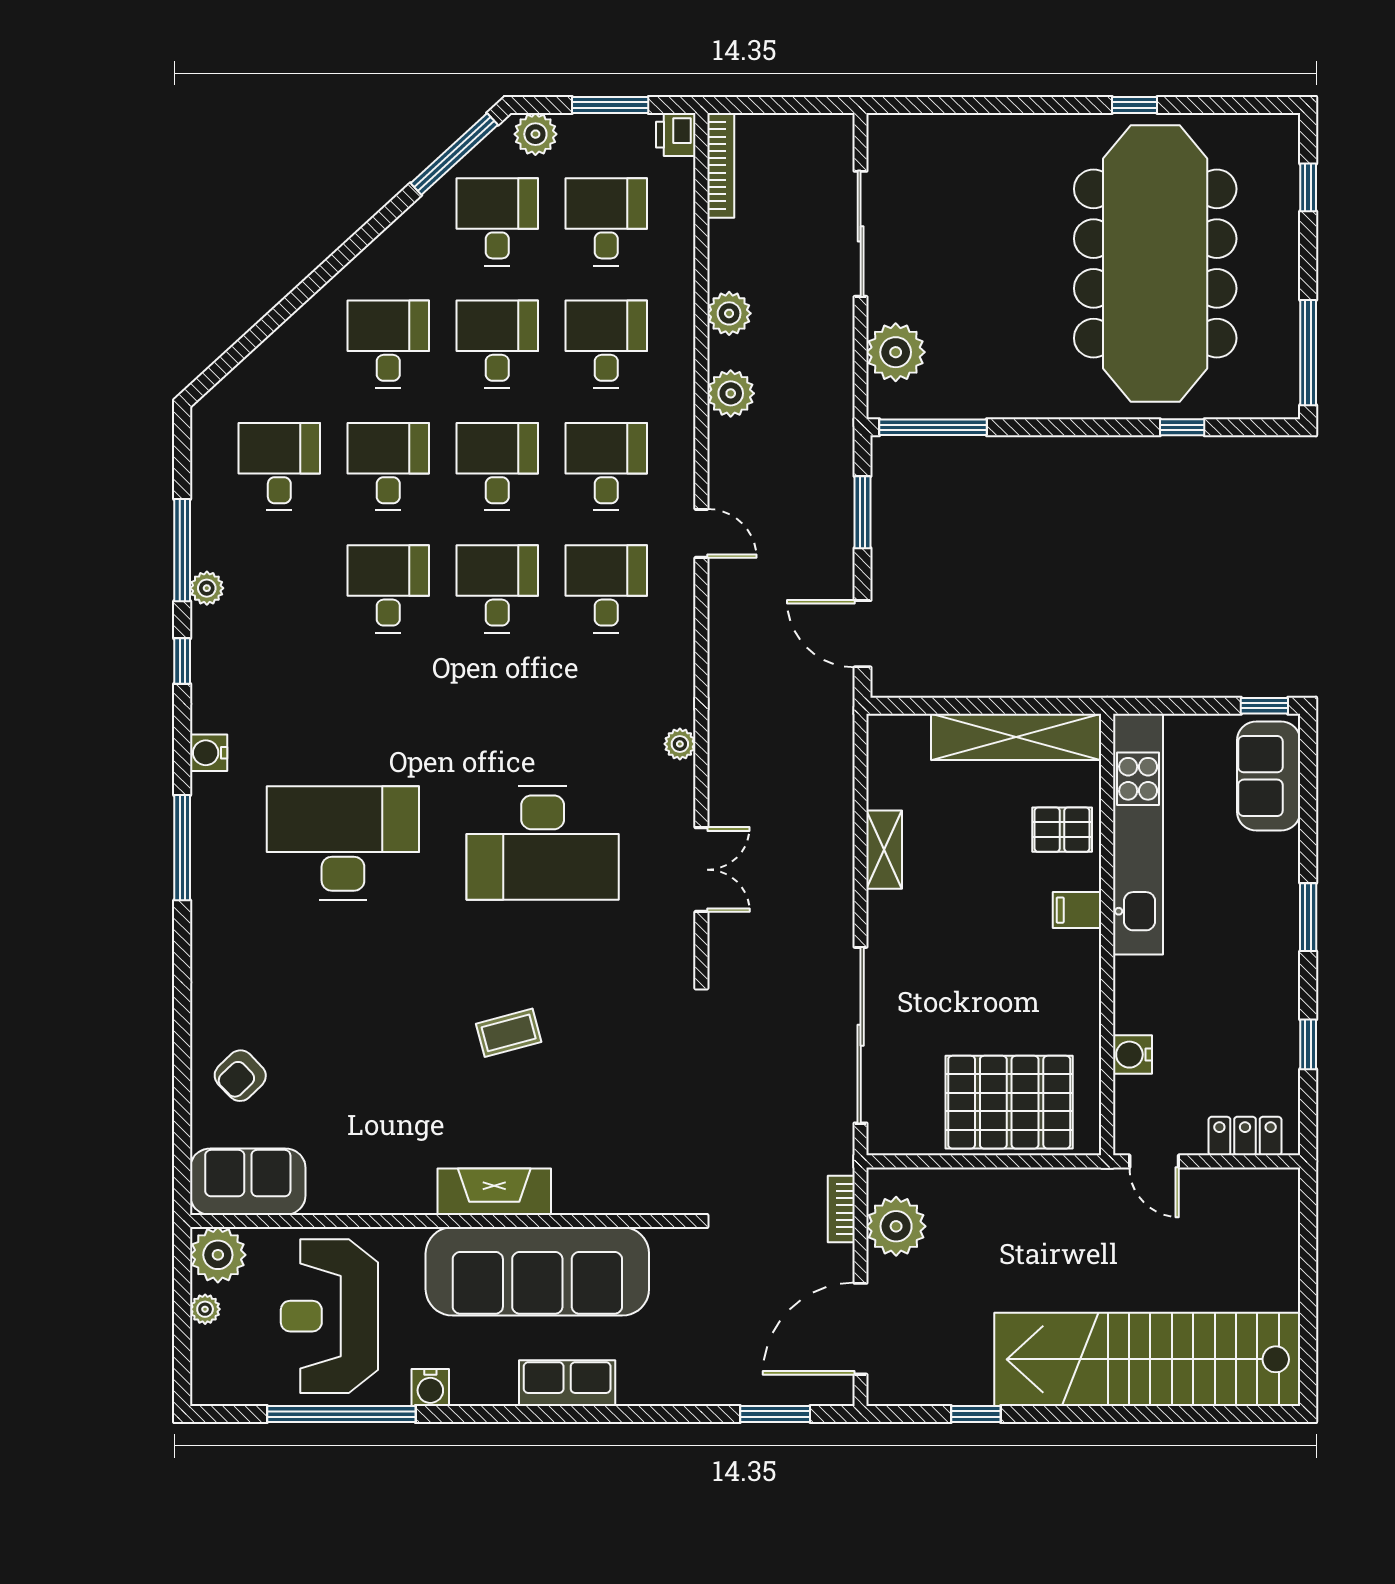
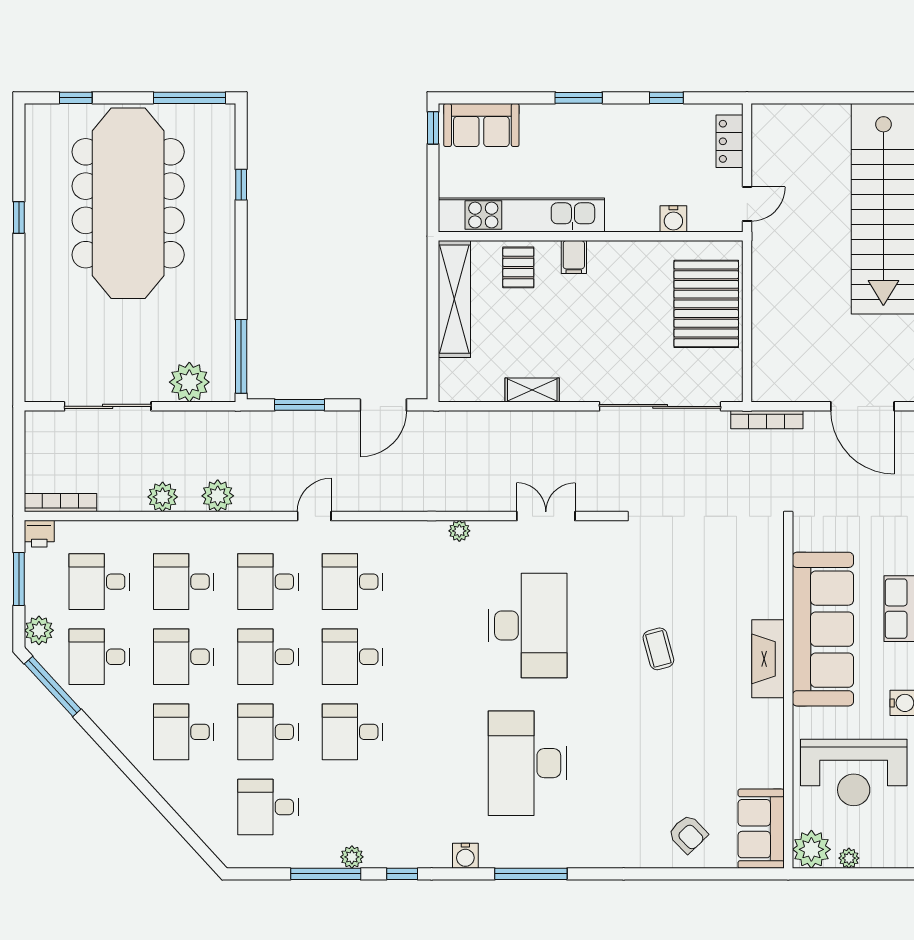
meeting table: (1155, 263) -> (128, 203), turned 90
bookcase: (841, 1209) -> (767, 420), width x1.56
plant: (896, 1226) -> (792, 382), removed

